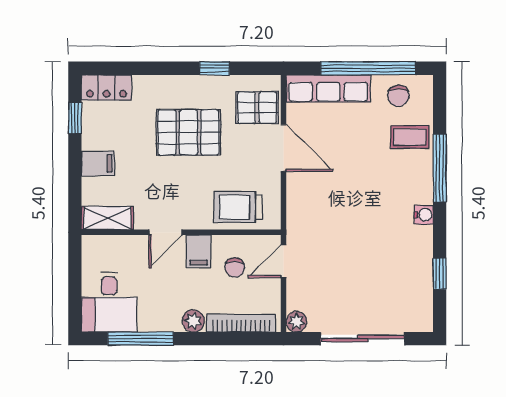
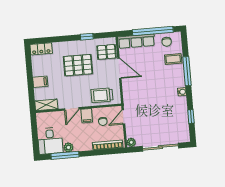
window: (75, 118) -> (29, 63), removed
plant: (193, 321) -> (68, 147), moved

